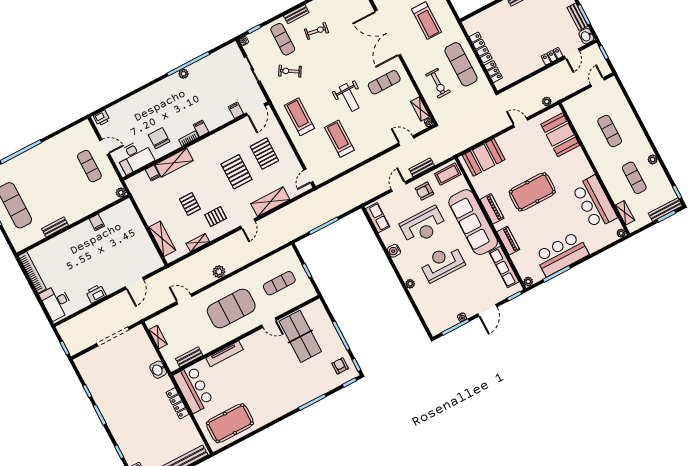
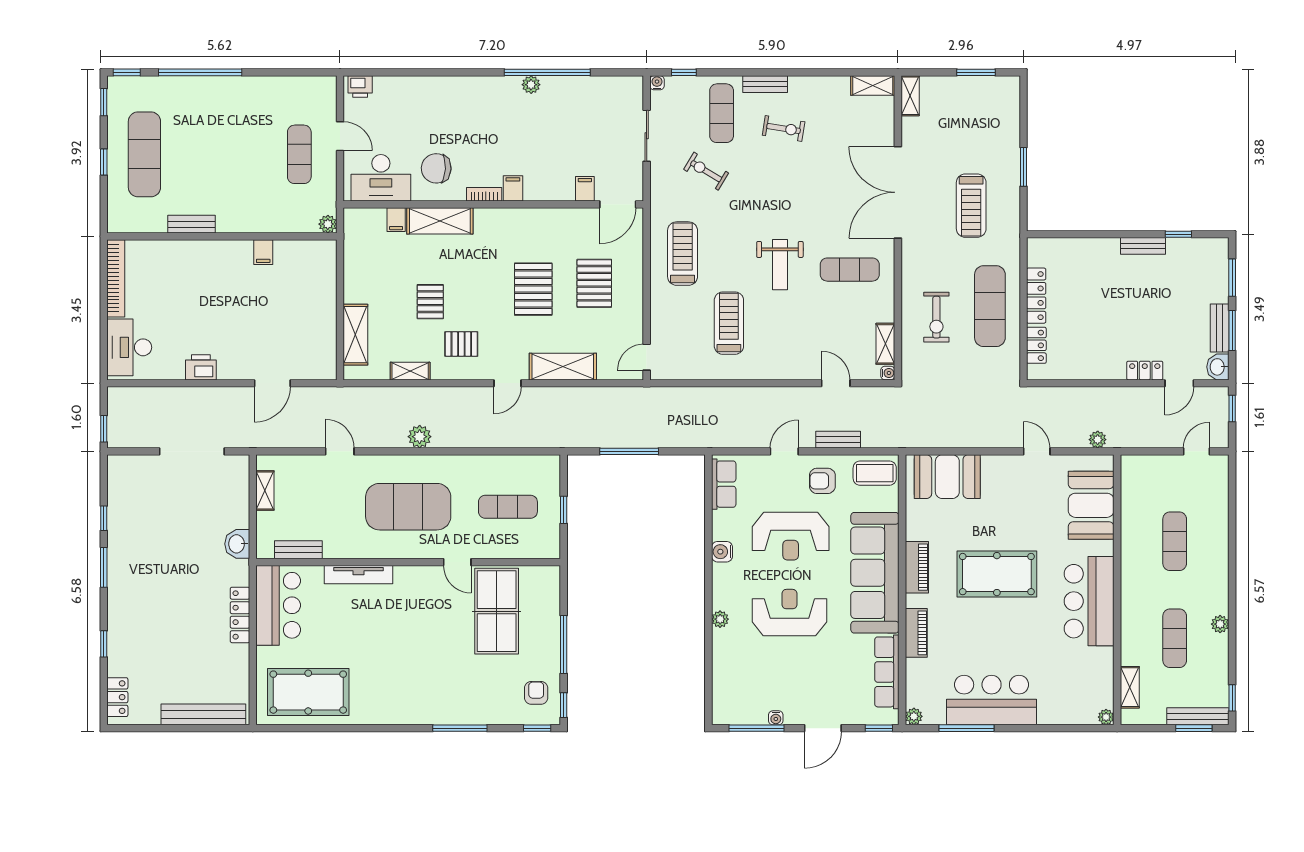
chair: (159, 138) -> (436, 168), turned -87
bar counter: (595, 202) -> (1089, 601), moved

